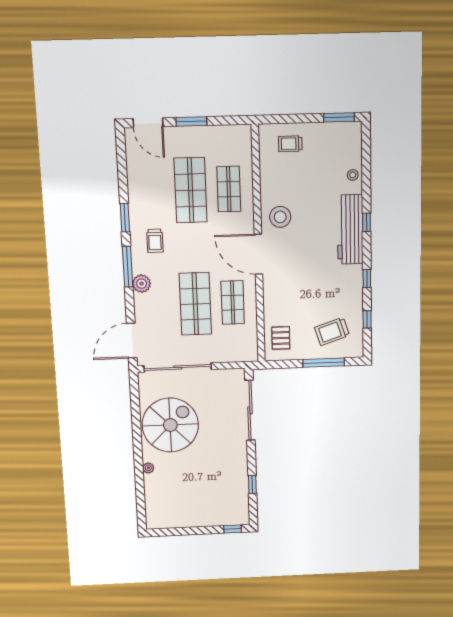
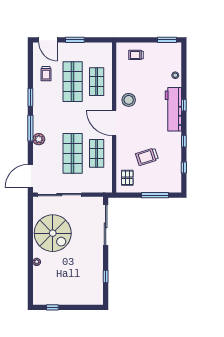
trolley: (155, 241) -> (46, 74), moved
trolley: (332, 331) -> (147, 157), moved
spiral stairs: (170, 425) -> (53, 233), turned 90
window: (233, 529) -> (52, 307), moved

